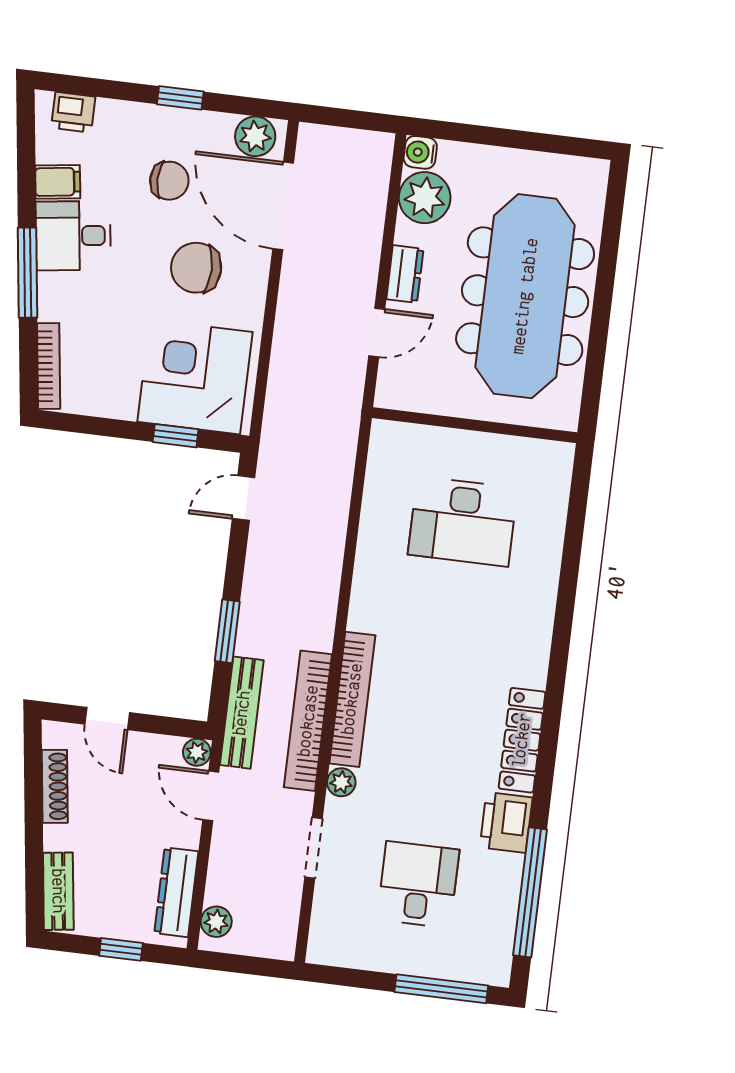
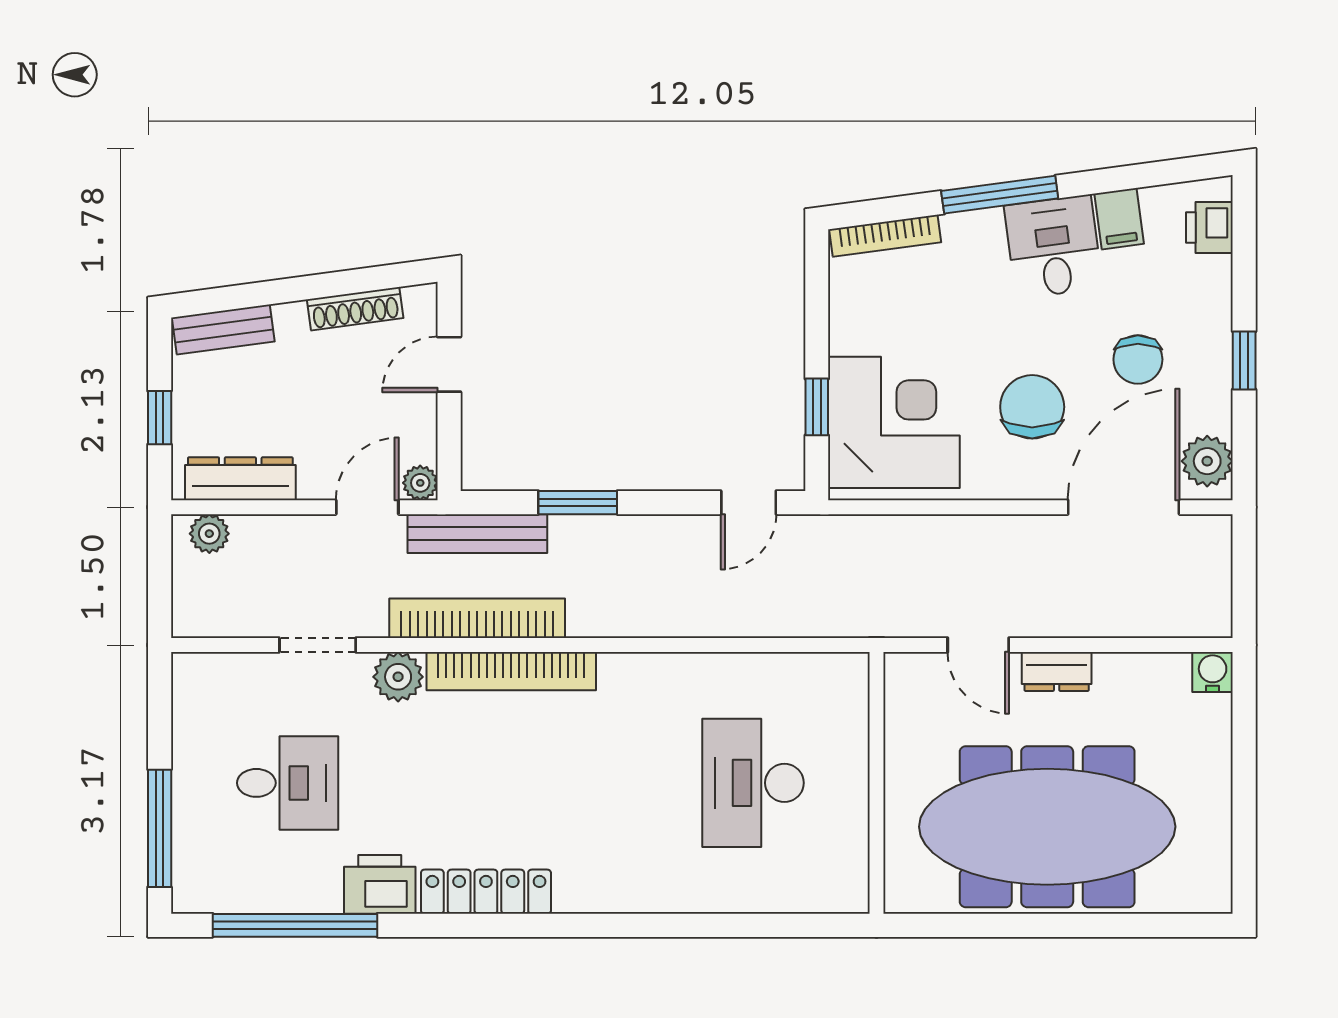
plant: (425, 198) -> (1156, 685), removed
door: (244, 498) -> (749, 503), swing flipped
plant: (341, 782) -> (398, 677), width x1.38, depth x1.38

